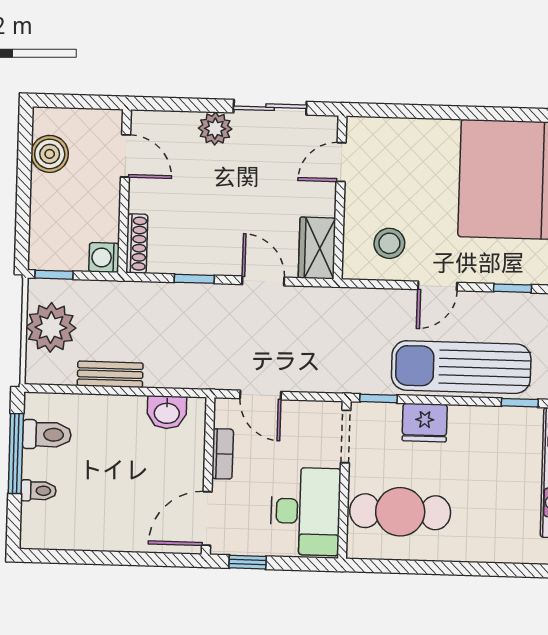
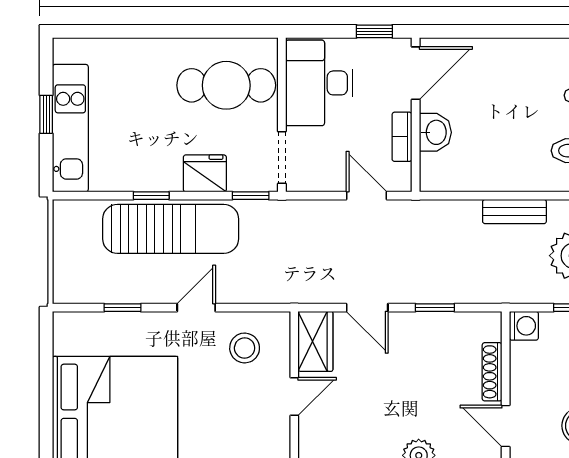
door: (341, 162) -> (294, 397), moved
shoe rack: (137, 244) -> (492, 372), moved
window: (520, 403) -> (151, 196), moved
washbasin: (167, 412) -> (435, 132), moved, turned 90

